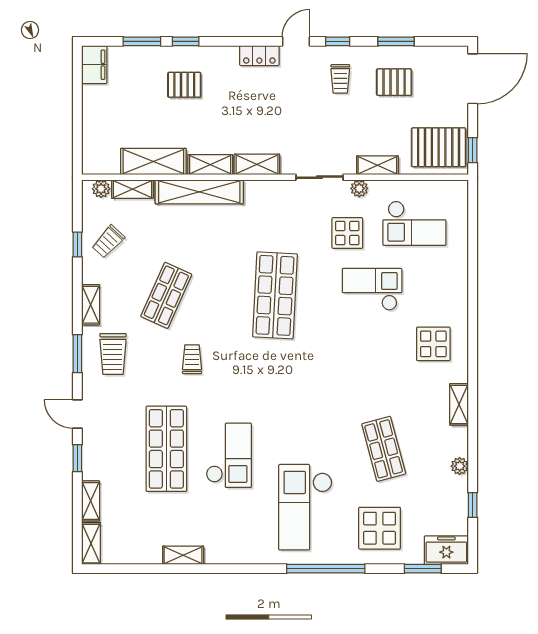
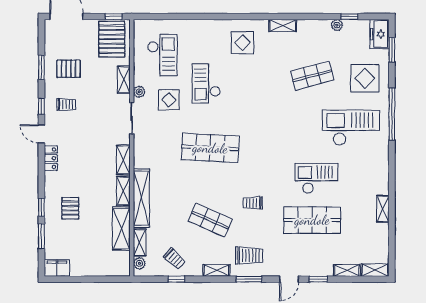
pallet: (394, 82) -> (69, 69), turned 90
plant: (460, 466) -> (337, 25), moved
checkout: (305, 507) -> (351, 128), turned 180

